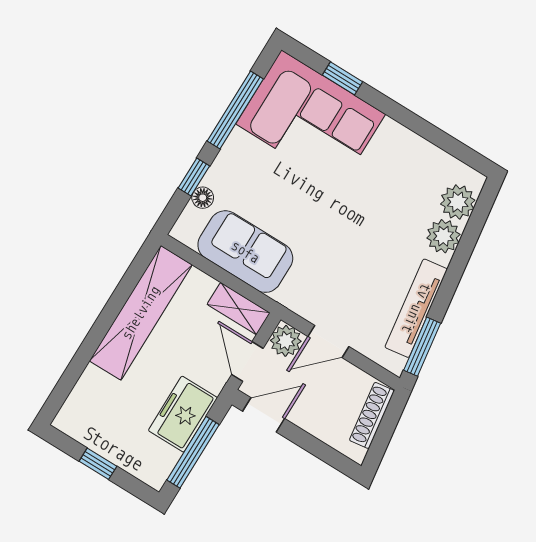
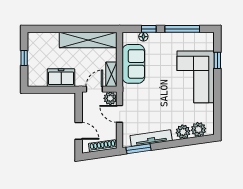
corner sofa: (311, 119) -> (196, 77), moved
door: (264, 415) -> (79, 131), moved
window: (193, 452) -> (49, 90), removed

